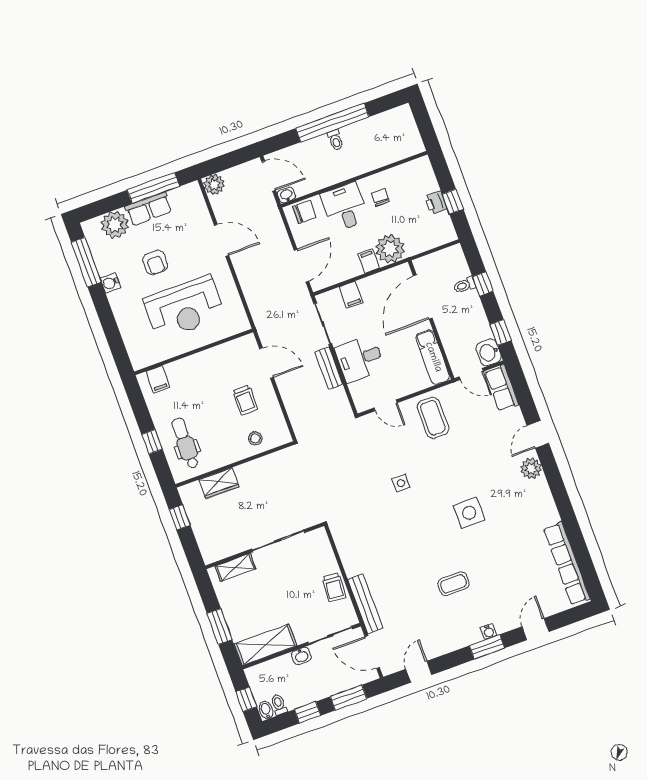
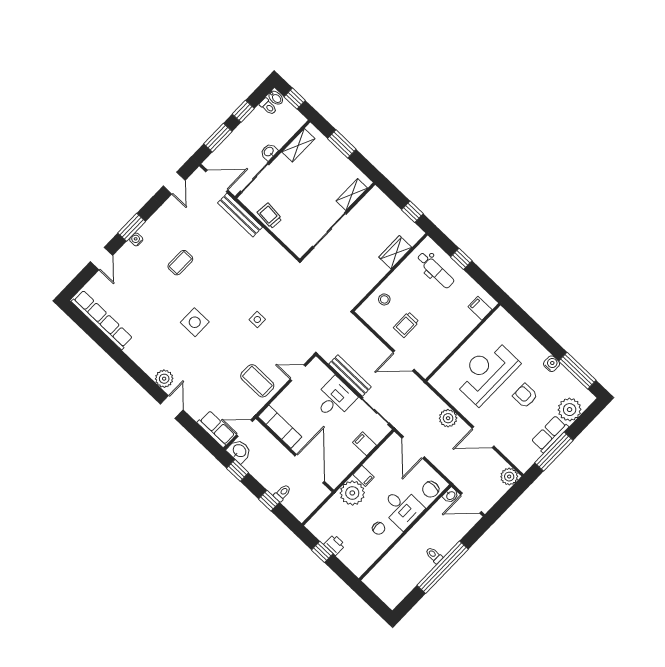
plant: (249, 279) -> (448, 418), added
bench: (329, 368) -> (350, 376), width x1.36
trolley: (245, 400) -> (406, 325), turned -90
shelving: (266, 645) -> (298, 145), width x0.67, depth x0.75

